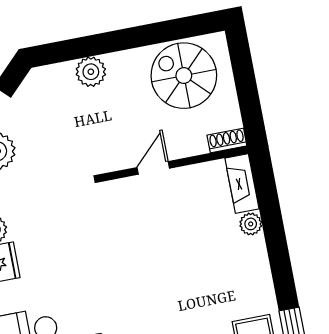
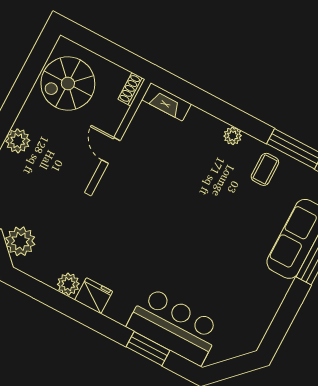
plant: (251, 224) -> (233, 136), moved

